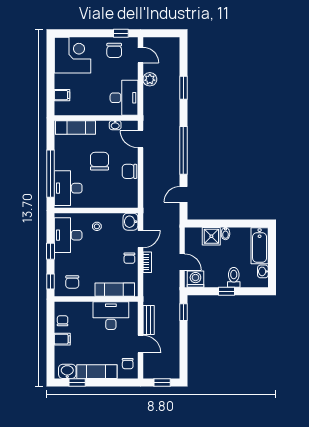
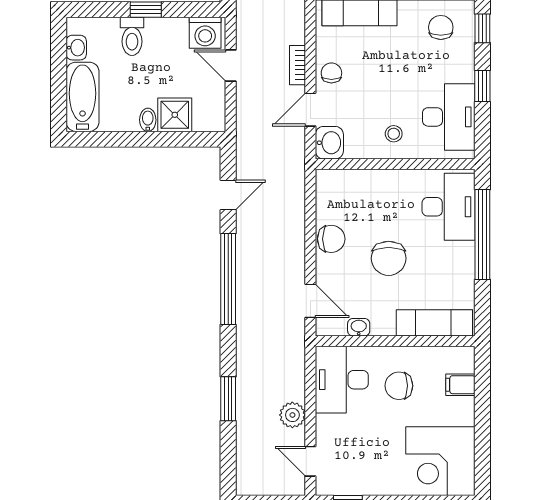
chair: (114, 50) -> (399, 386), moved, turned -90

